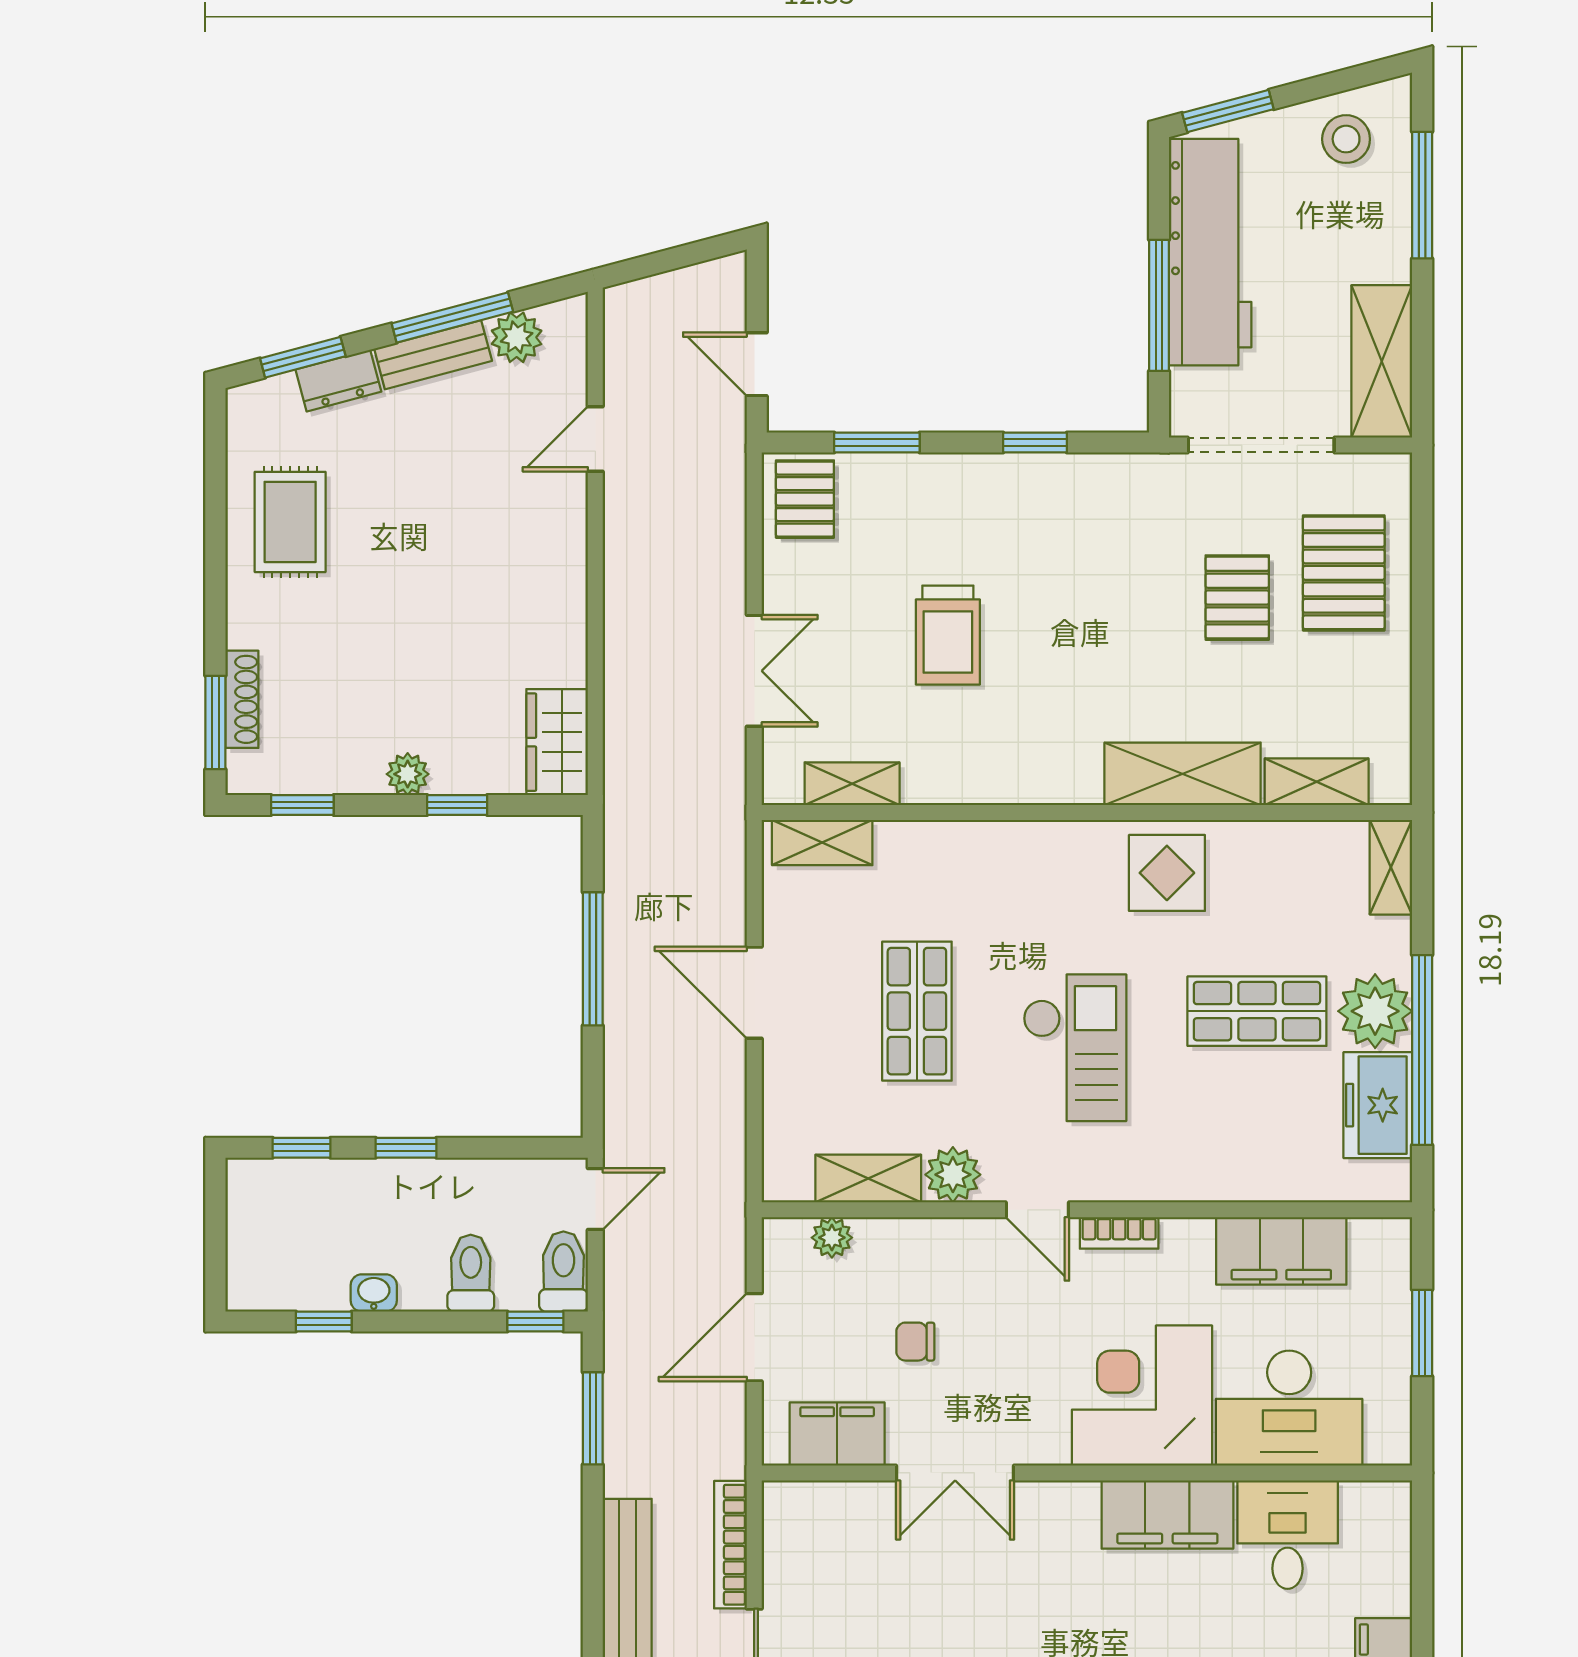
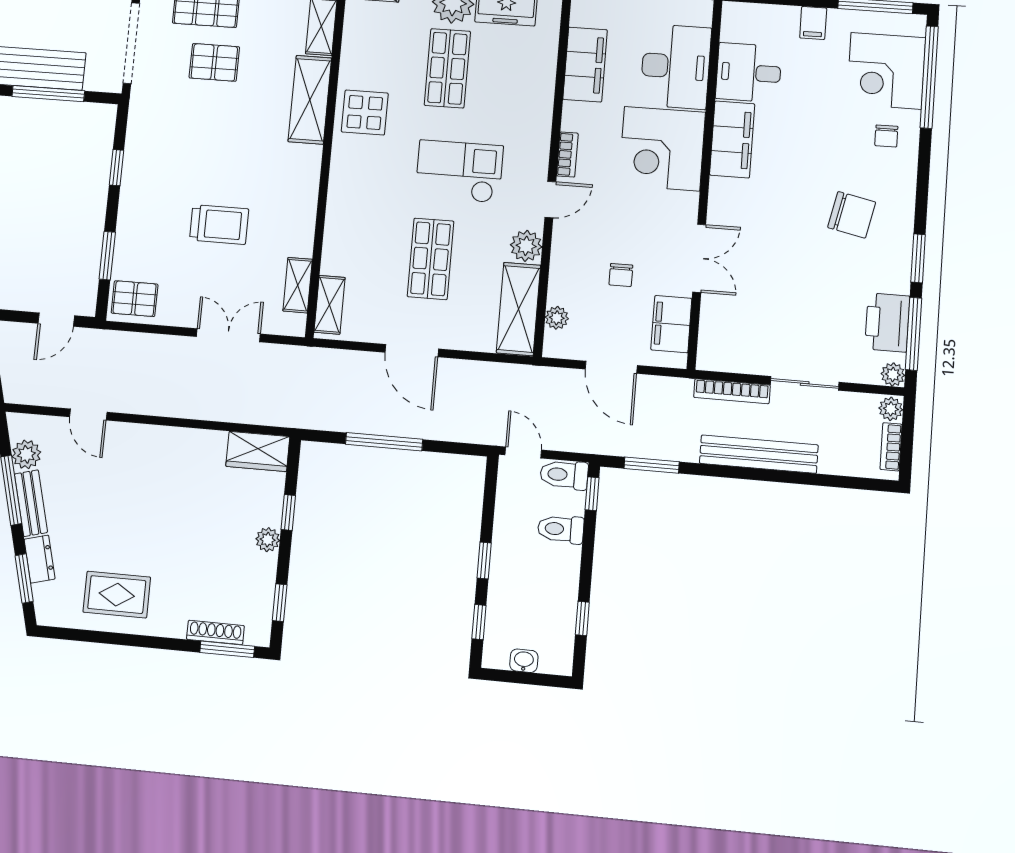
door: (754, 993) -> (412, 351), hinge flipped
shop shelf: (917, 1011) -> (431, 259), turned 90
shelving: (868, 1179) -> (518, 309), width x1.50, depth x1.33
washbasin: (374, 1293) -> (524, 661), moved, turned 90

